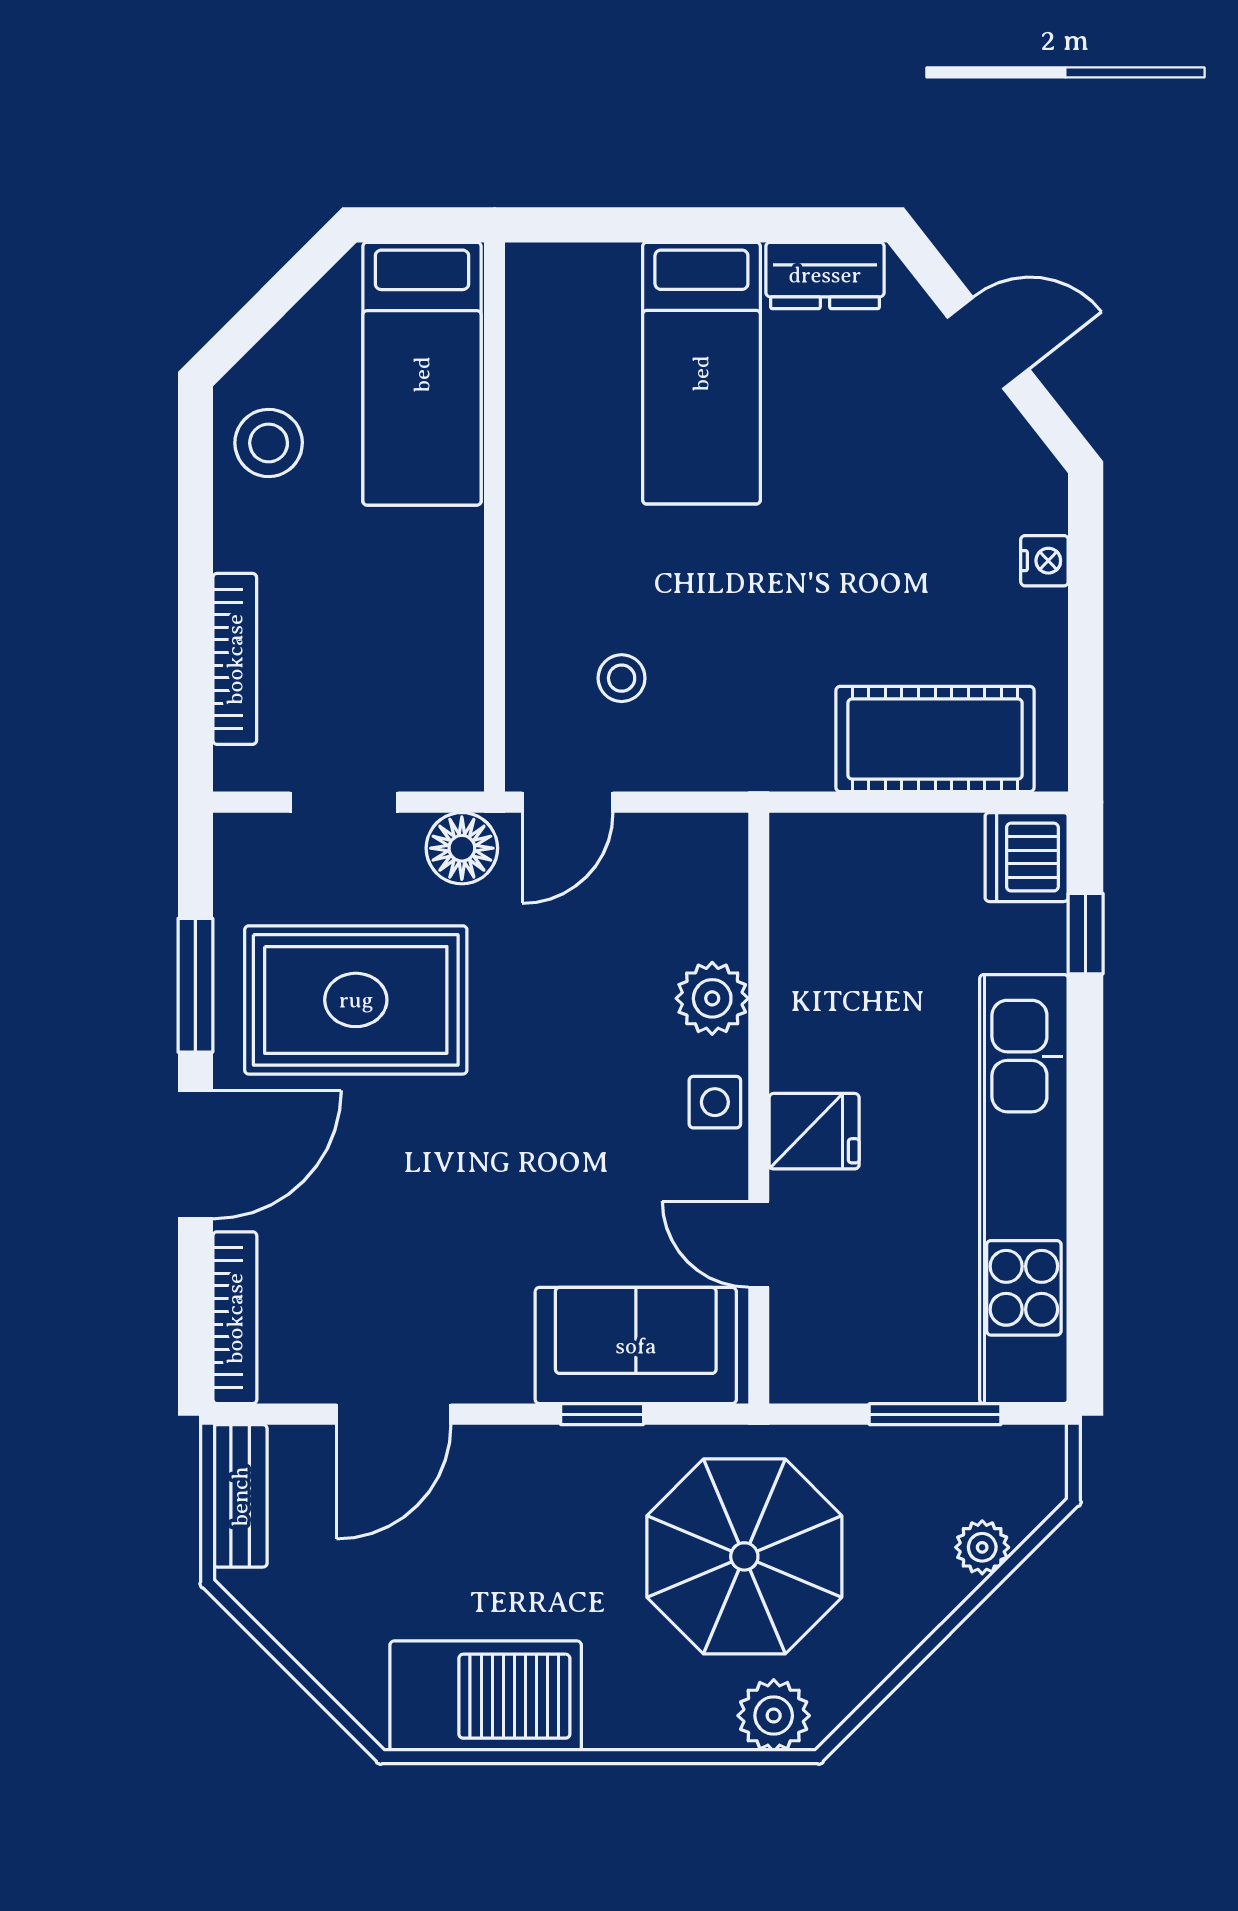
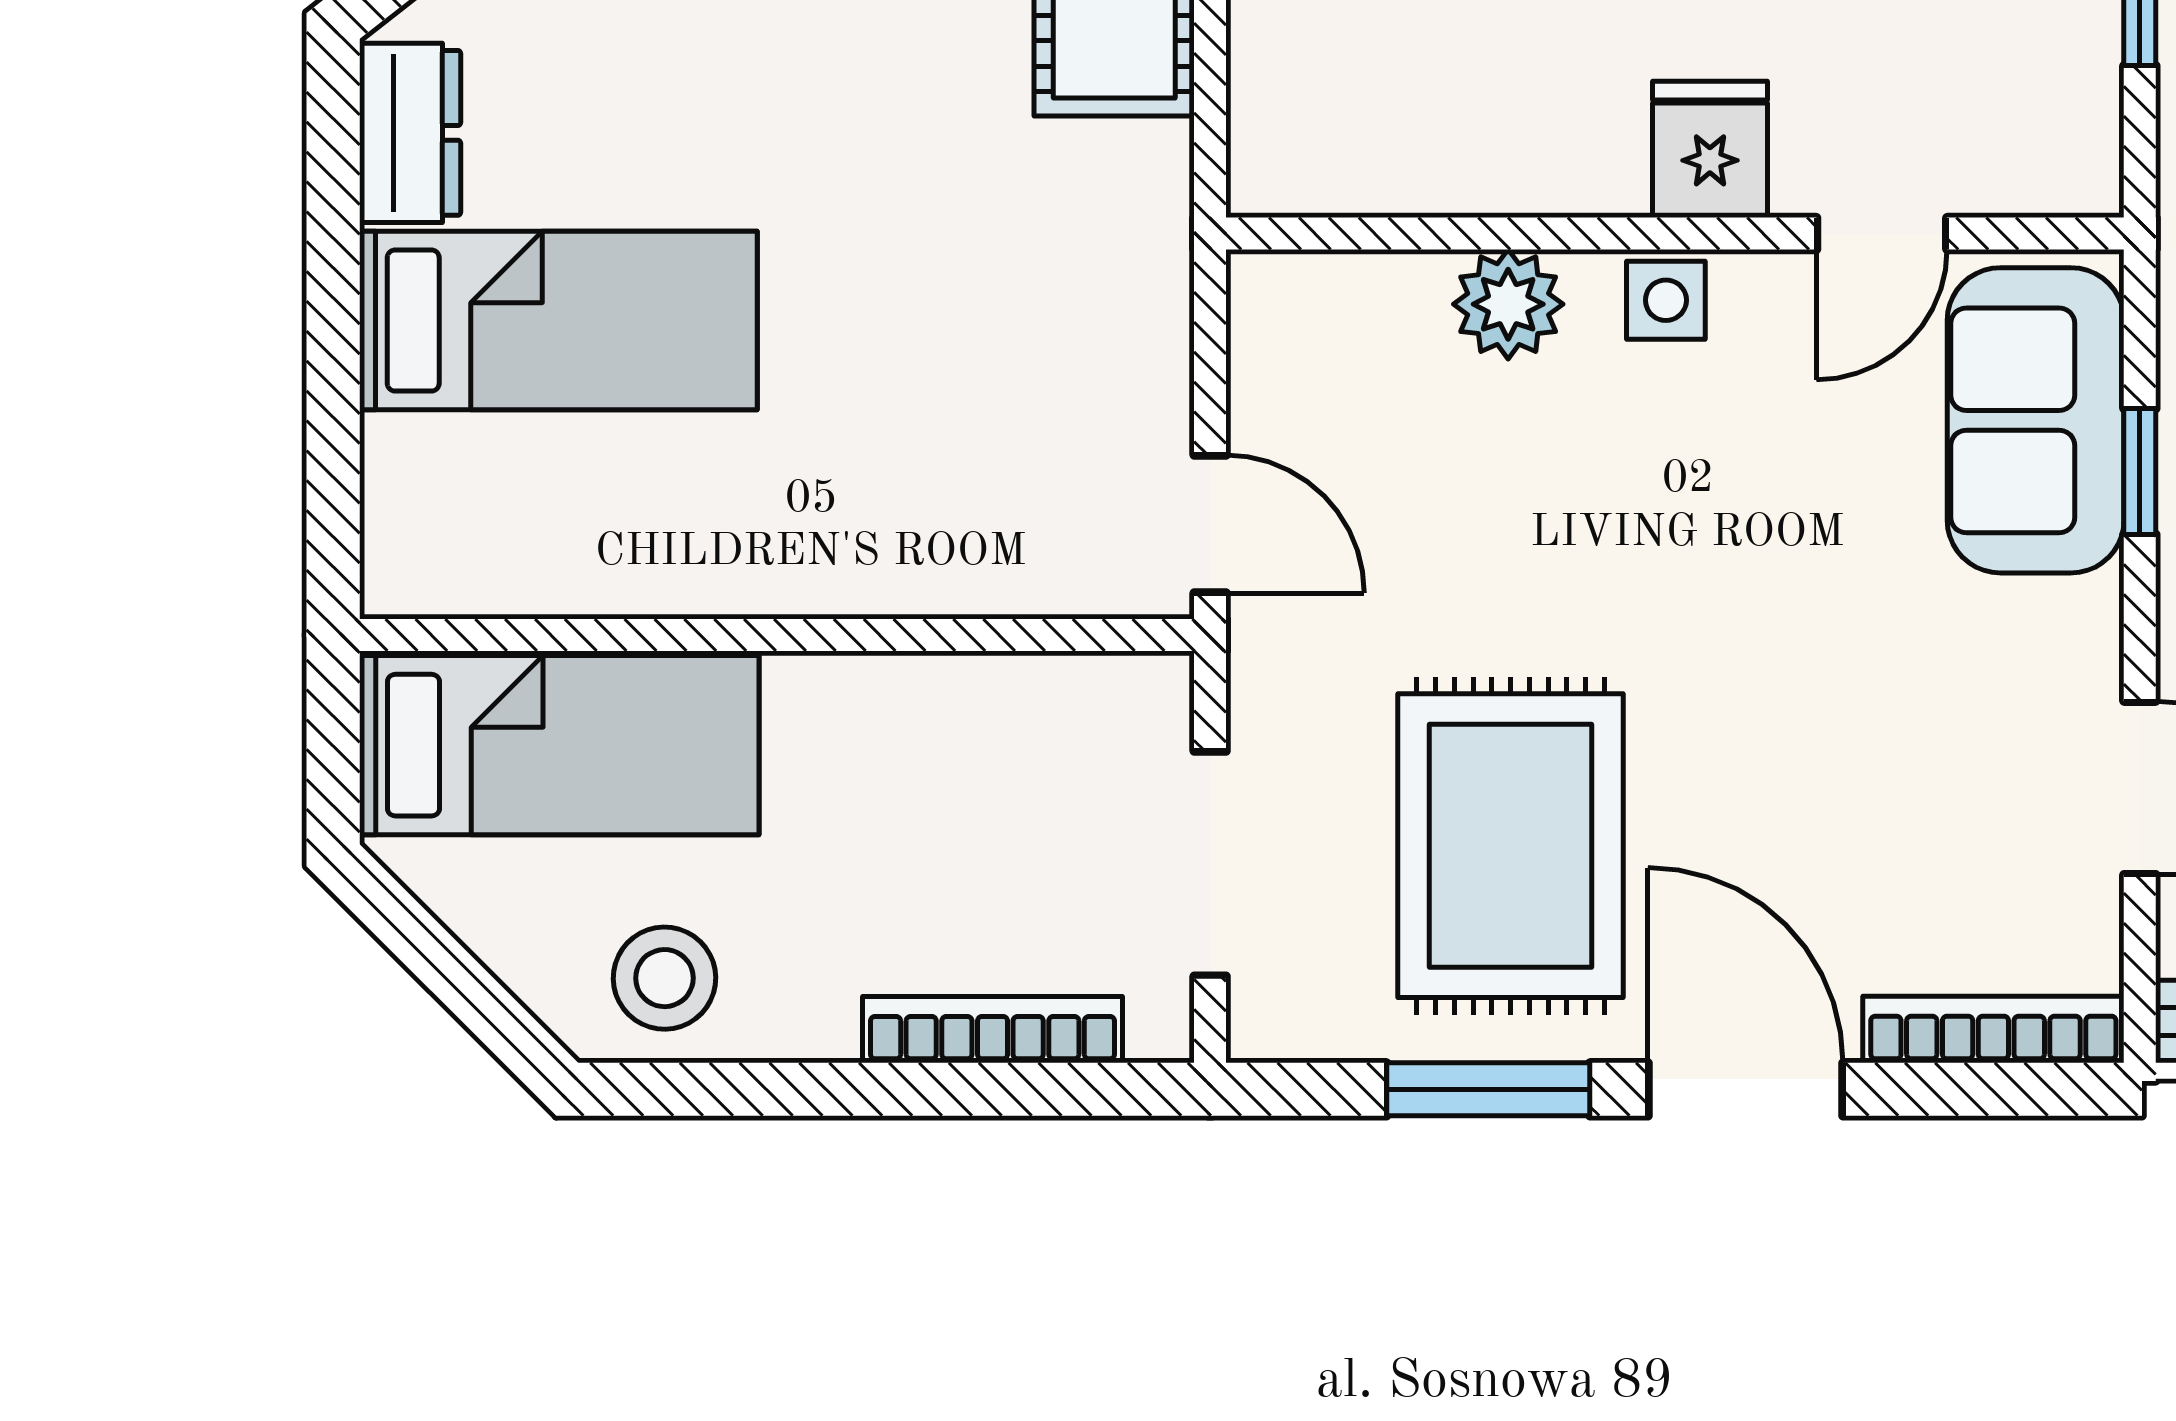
stool: (622, 678) -> (1022, 442), removed
doorway: (344, 802) -> (1210, 864), width x1.38
floor lamp: (462, 848) -> (1280, 685), removed

